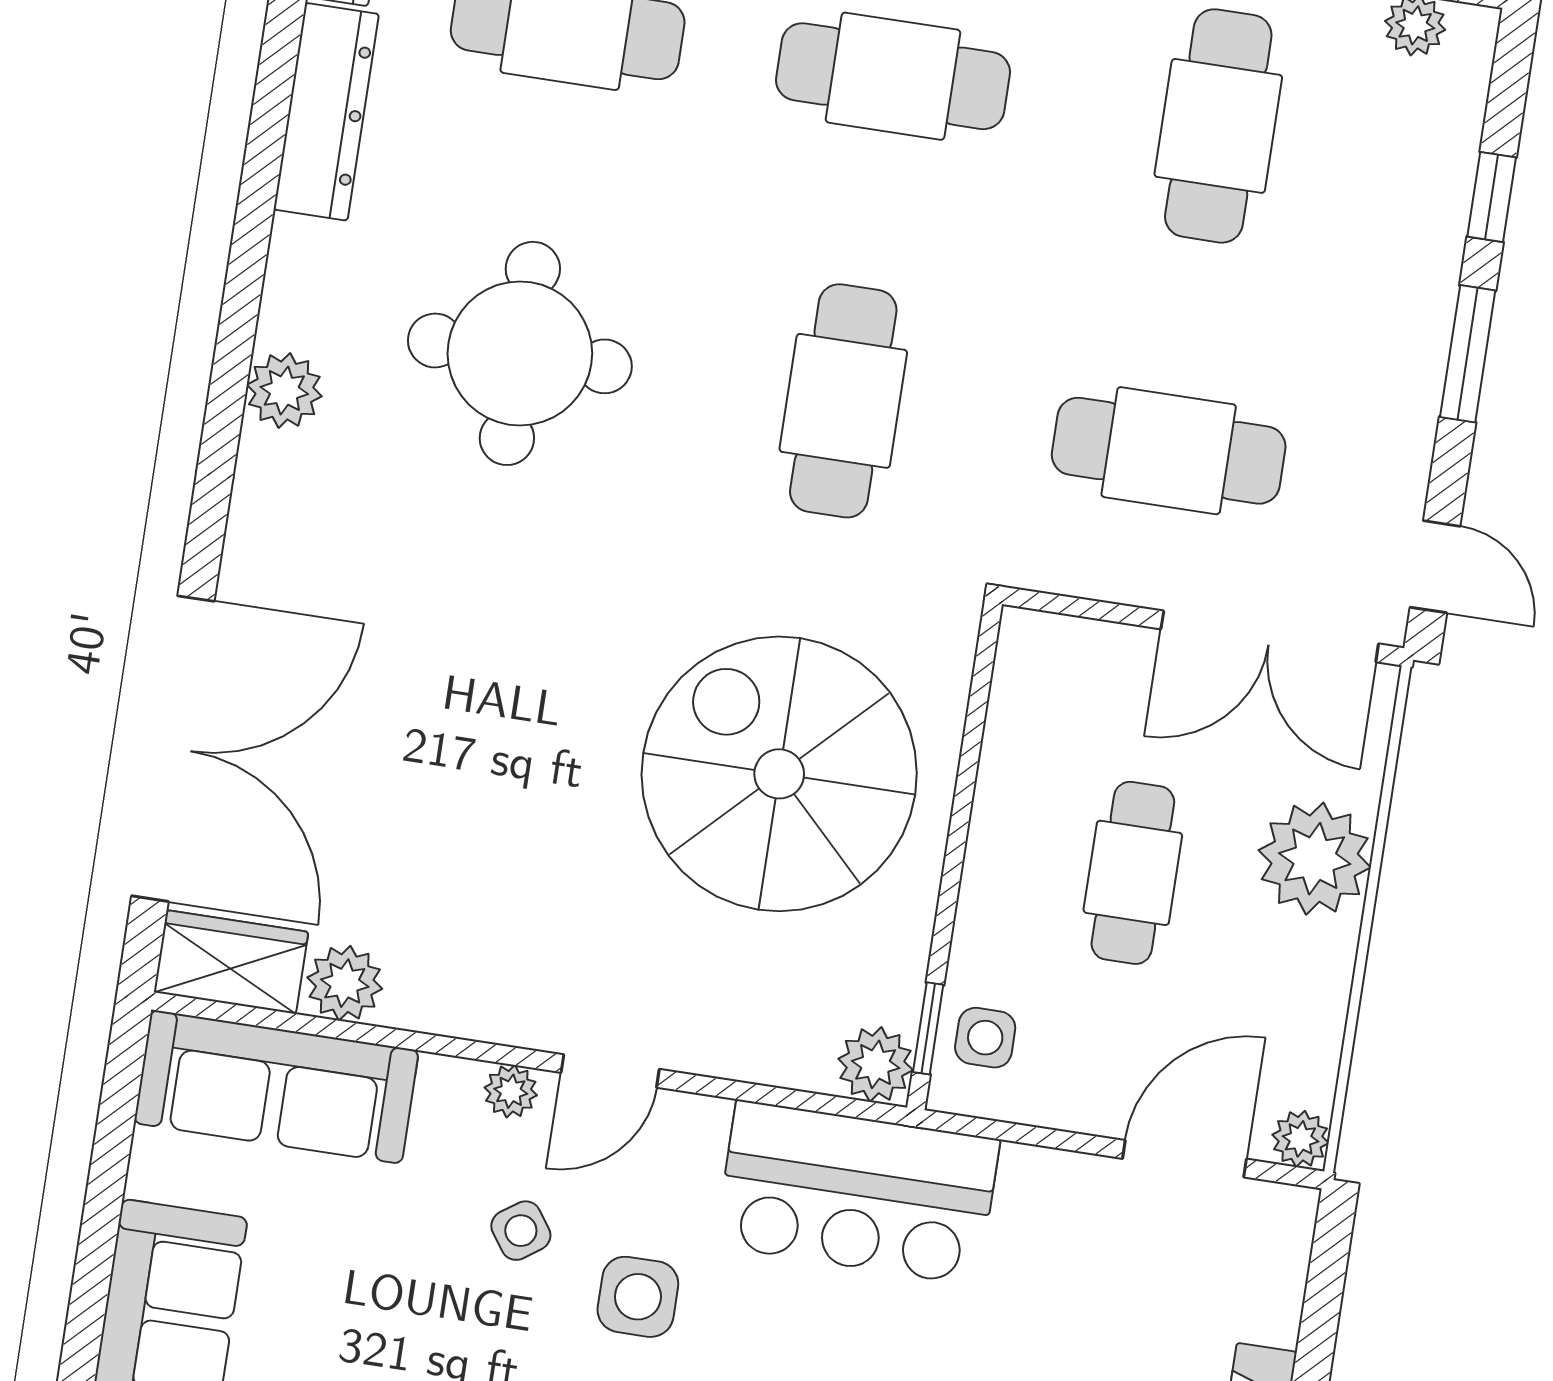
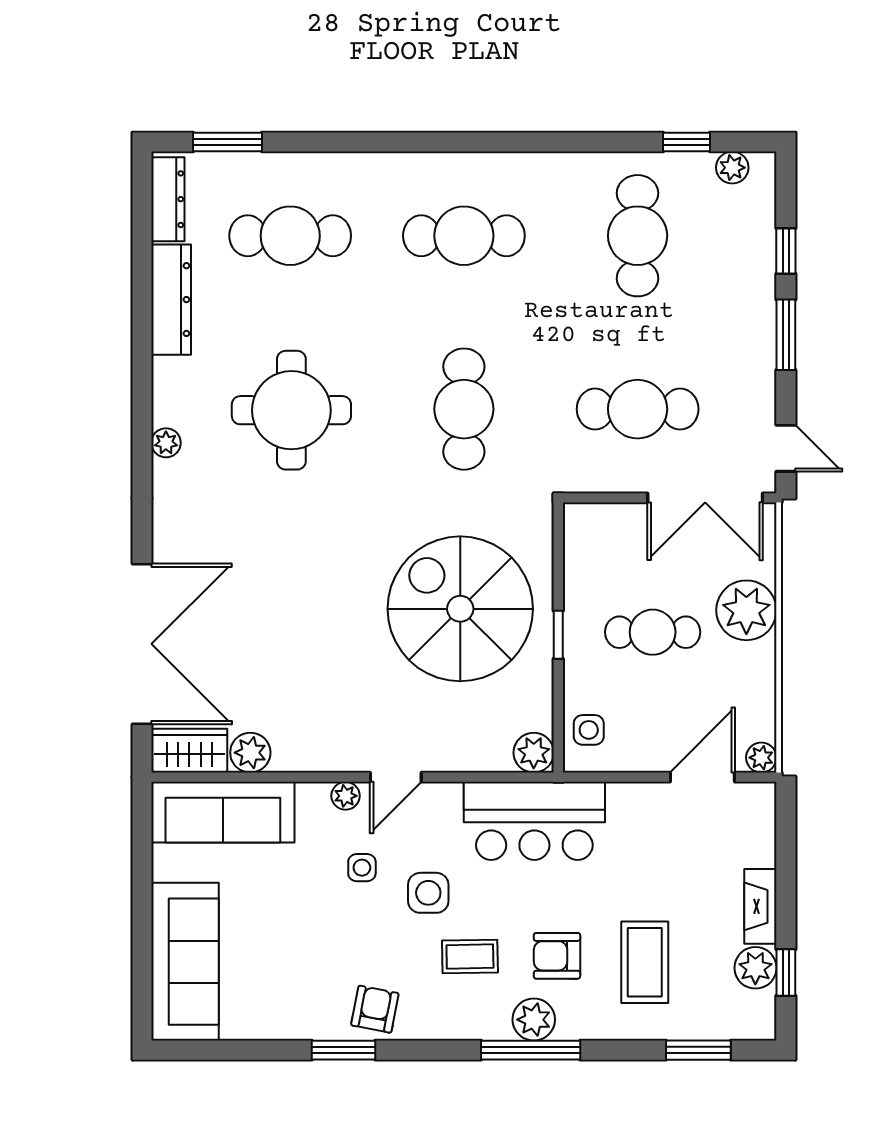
plant: (284, 390) -> (166, 443), width x0.73, depth x0.73
cafe table: (1133, 873) -> (653, 632), turned 90
window: (928, 1028) -> (558, 635), moved
side table: (521, 1231) -> (362, 868), turned 35

